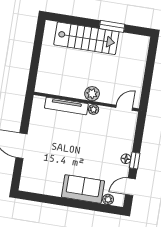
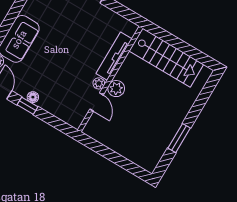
stairs: (86, 38) -> (166, 58), moved, turned -90
door: (124, 108) -> (97, 102), moved

